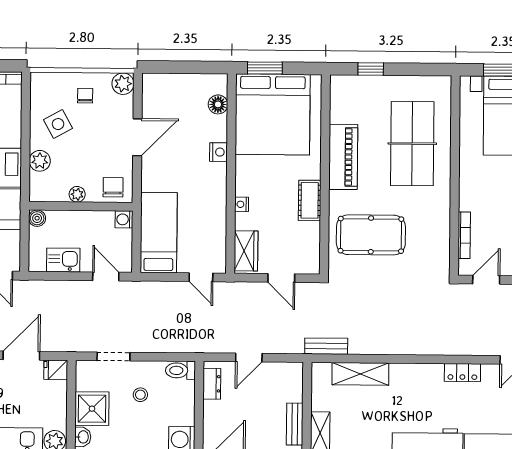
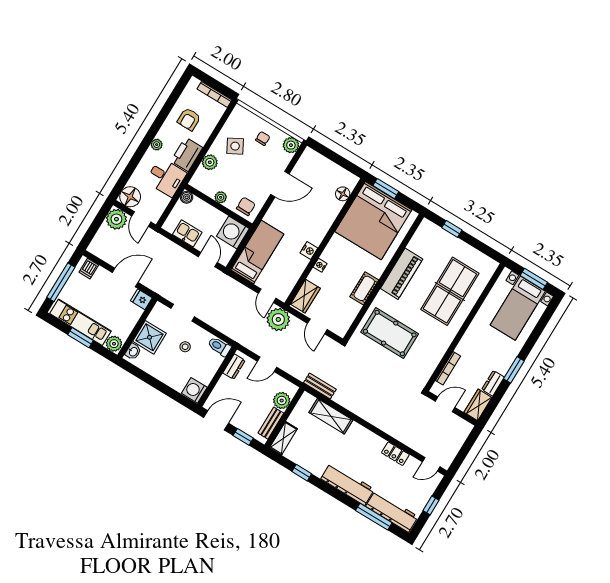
nightstand: (218, 152) -> (309, 250), moved
washing machine: (124, 219) -> (233, 232), width x1.89, depth x1.89
plant: (231, 297) -> (278, 319), added
plant: (292, 390) -> (282, 401), added

